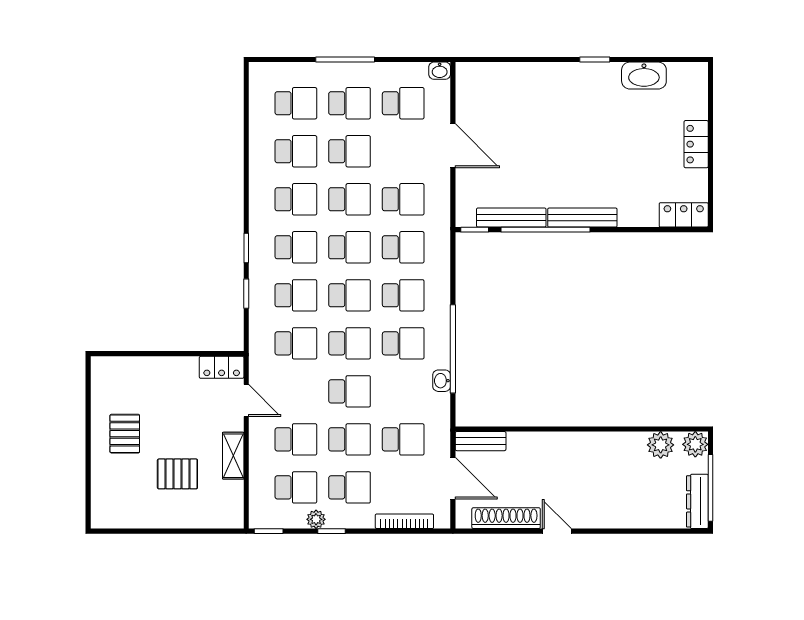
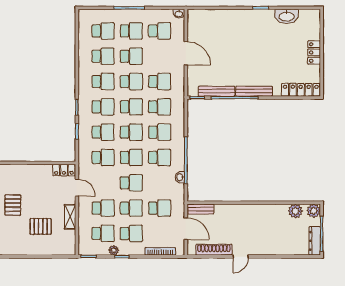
locker: (684, 215) -> (301, 90), width x1.53
door: (557, 531) -> (241, 257), swing flipped

